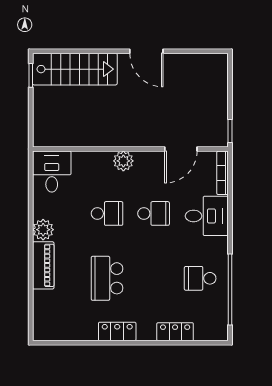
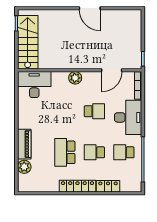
stairs: (75, 69) -> (28, 42), moved, turned -90
desk: (52, 172) -> (34, 85), width x1.37
school desk: (107, 213) -> (94, 152), moved, turned 180
desk: (207, 216) -> (128, 117), width x1.37
plant: (43, 230) -> (24, 167), moved
locker: (117, 331) -> (77, 186), width x1.53

